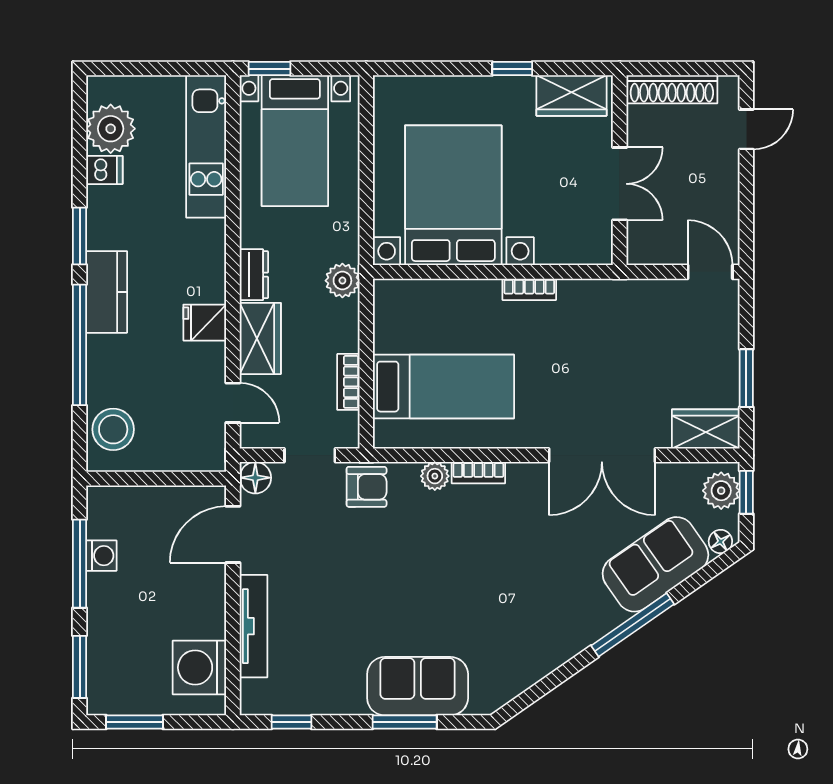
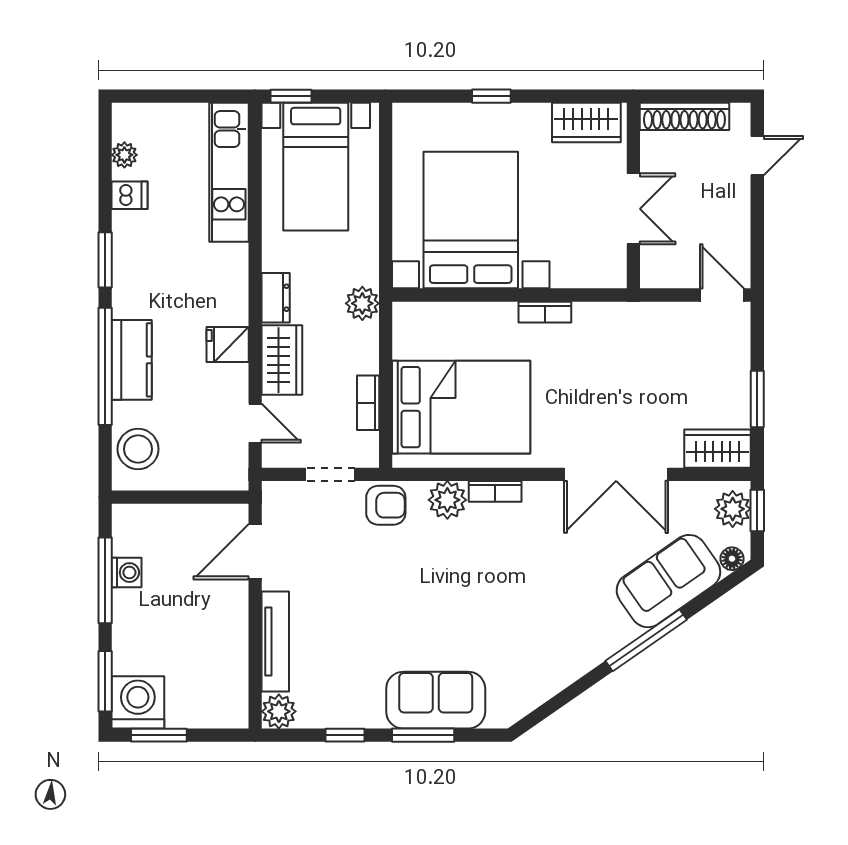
window: (512, 69) -> (491, 96), moved
plant: (111, 129) -> (124, 155), width x0.53, depth x0.53
kitchen counter: (107, 292) -> (132, 360), moved
bed: (443, 387) -> (461, 407), width x1.50
plant: (435, 476) -> (447, 500), width x1.38, depth x1.38
floor lamp: (255, 478) -> (277, 496), removed
washing machine: (199, 668) -> (138, 702), moved, turned 90
plant: (257, 698) -> (279, 711), added
window: (292, 722) -> (345, 735), moved

